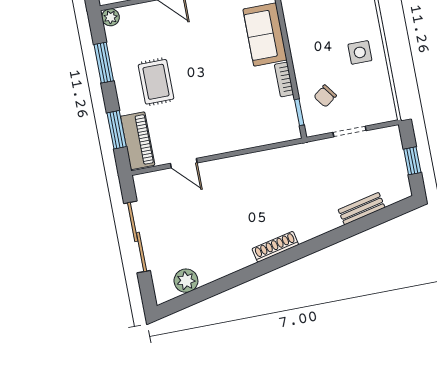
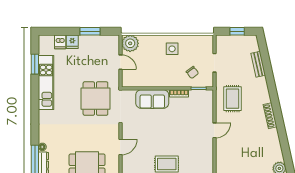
door: (184, 163) -> (214, 130), moved
rug: (293, 175) -> (233, 99), added

